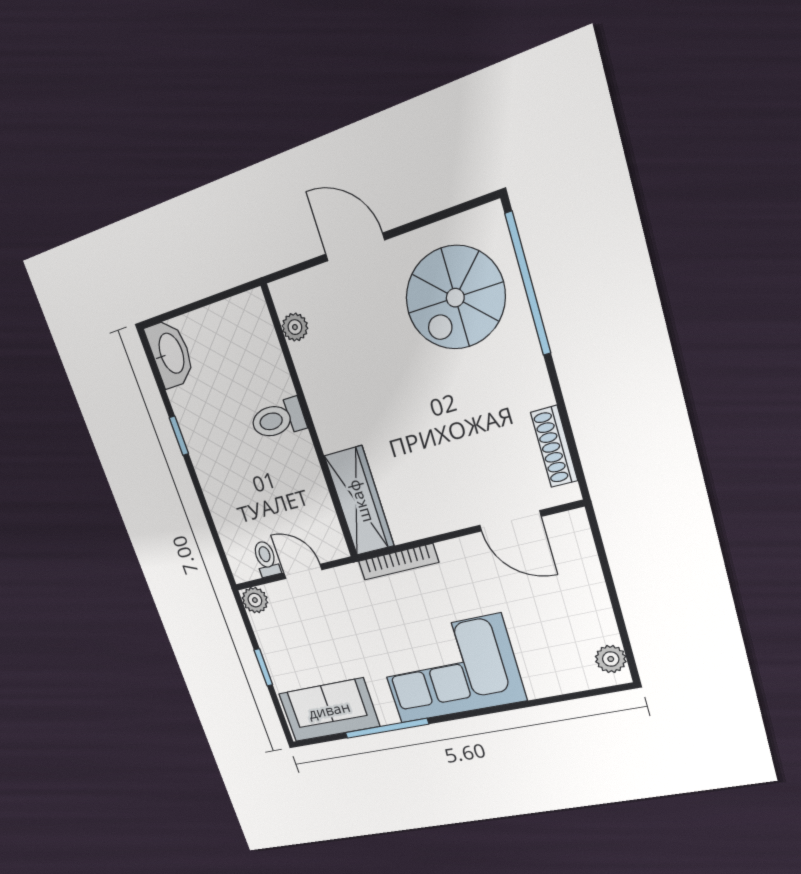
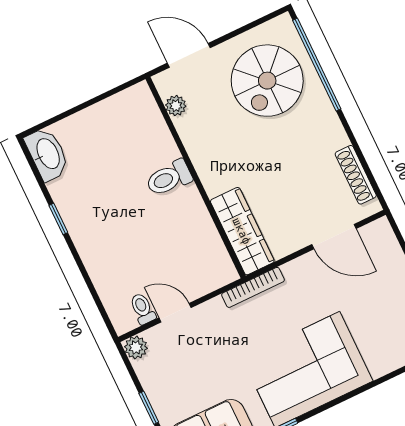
plant: (295, 327) -> (176, 106), moved
toilet: (278, 419) -> (169, 178), moved
wall: (310, 424) -> (196, 177), moved
wardrobe: (359, 501) -> (242, 231), moved

